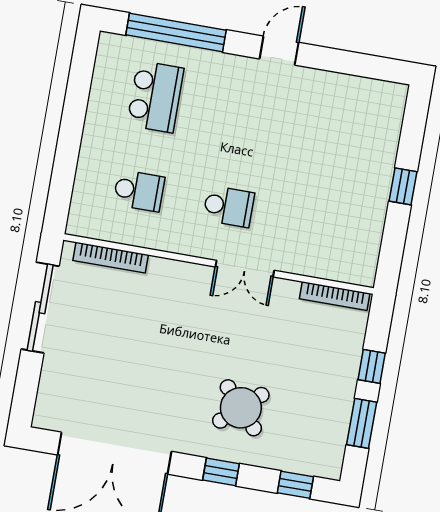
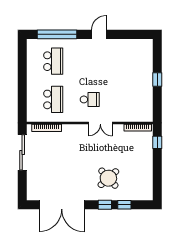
school desk: (139, 191) -> (53, 99), width x1.85
window: (372, 366) -> (157, 142), moved
window: (362, 423) -> (157, 176), removed
window: (295, 485) -> (124, 205), moved

